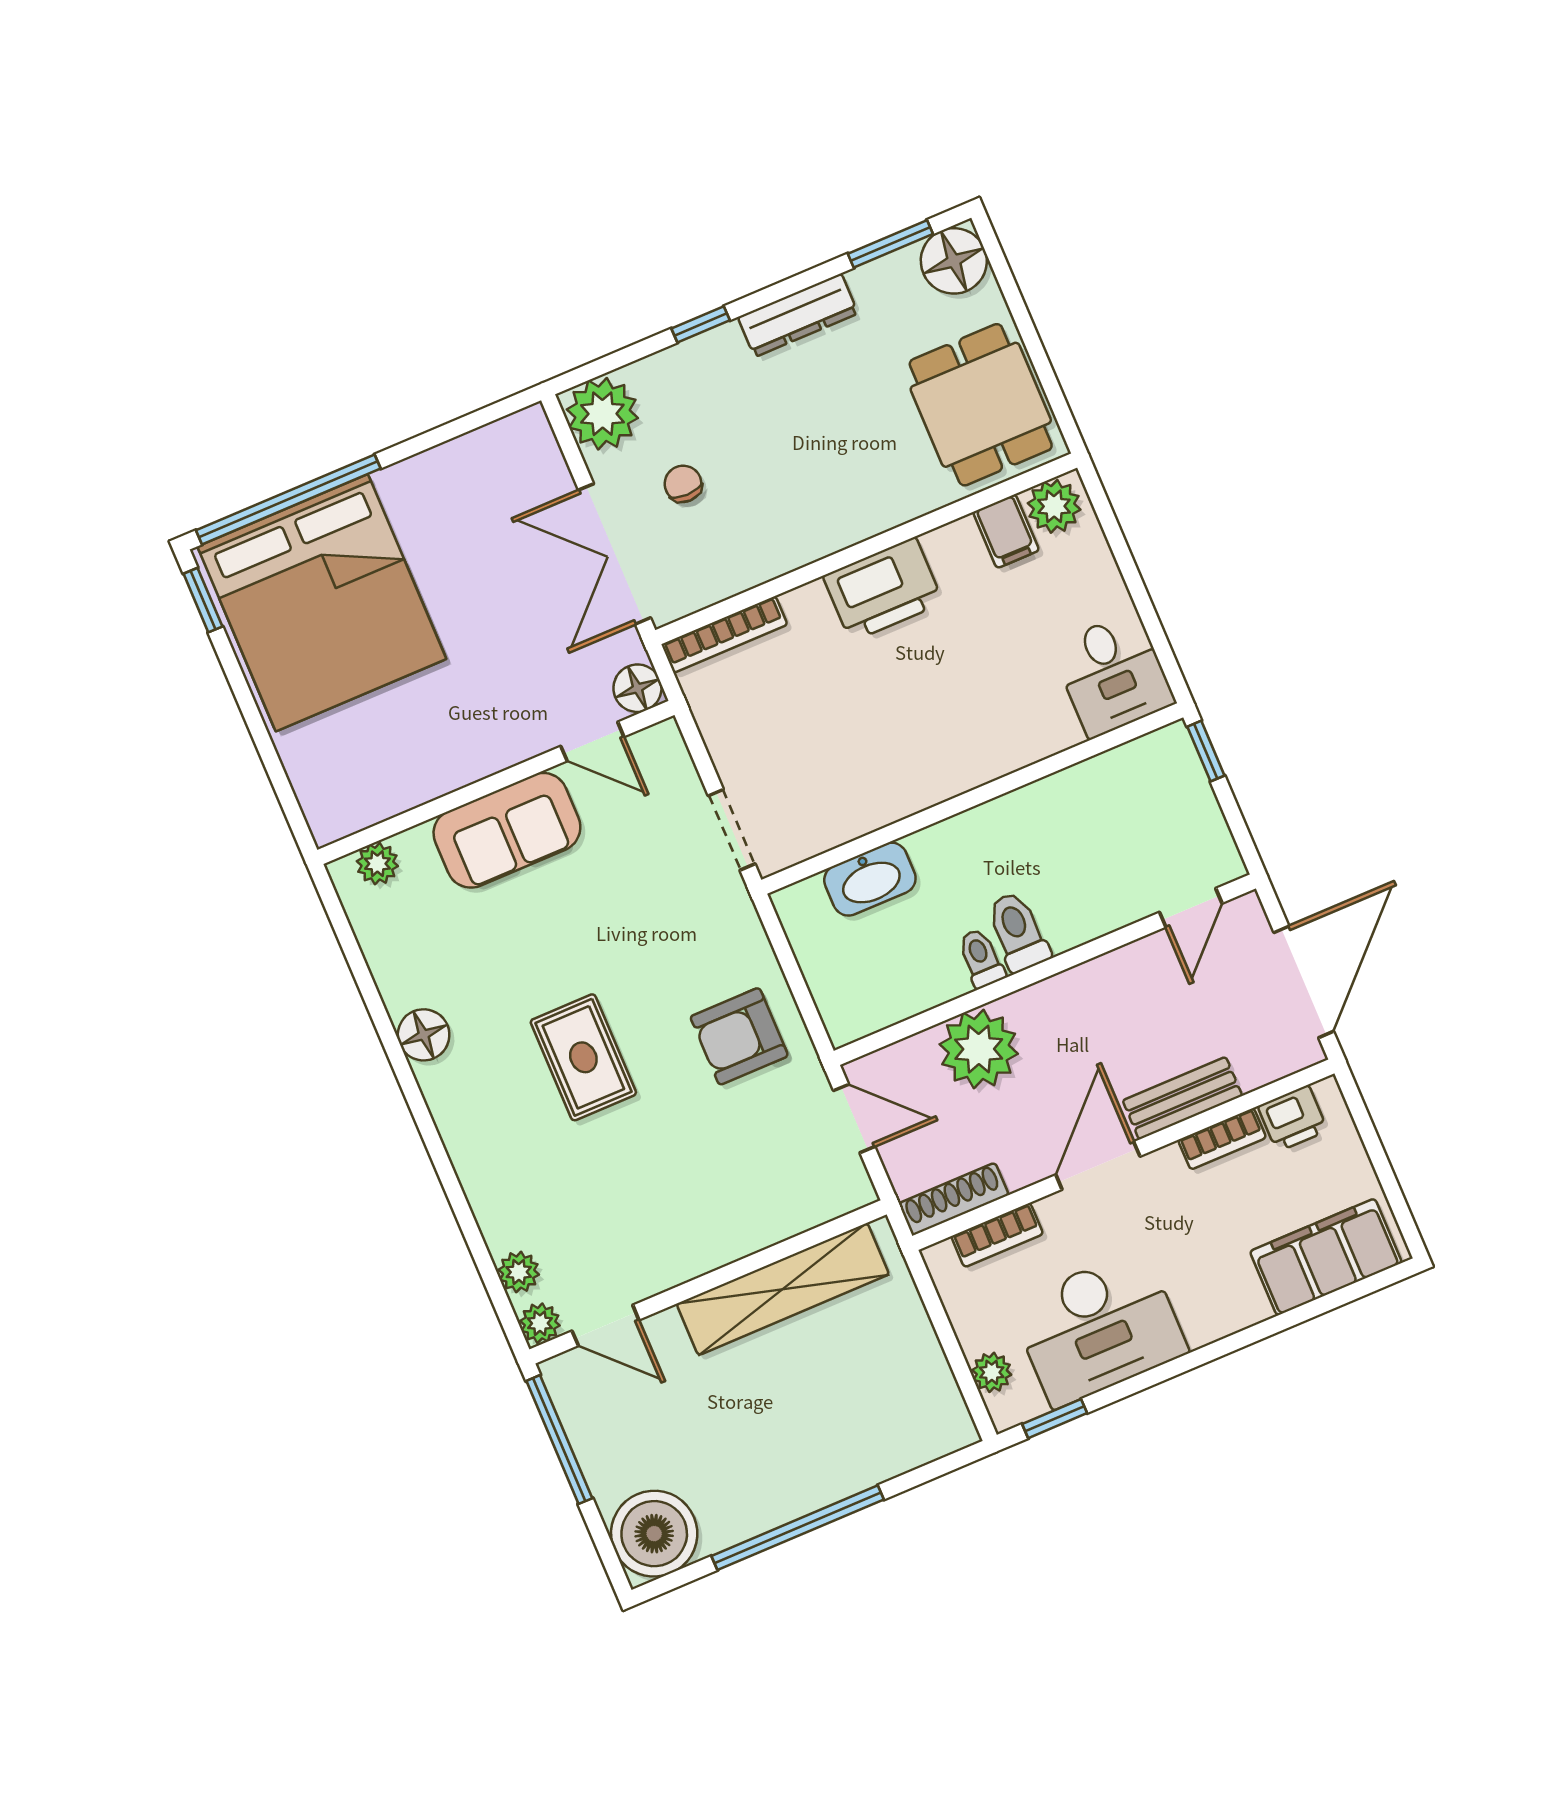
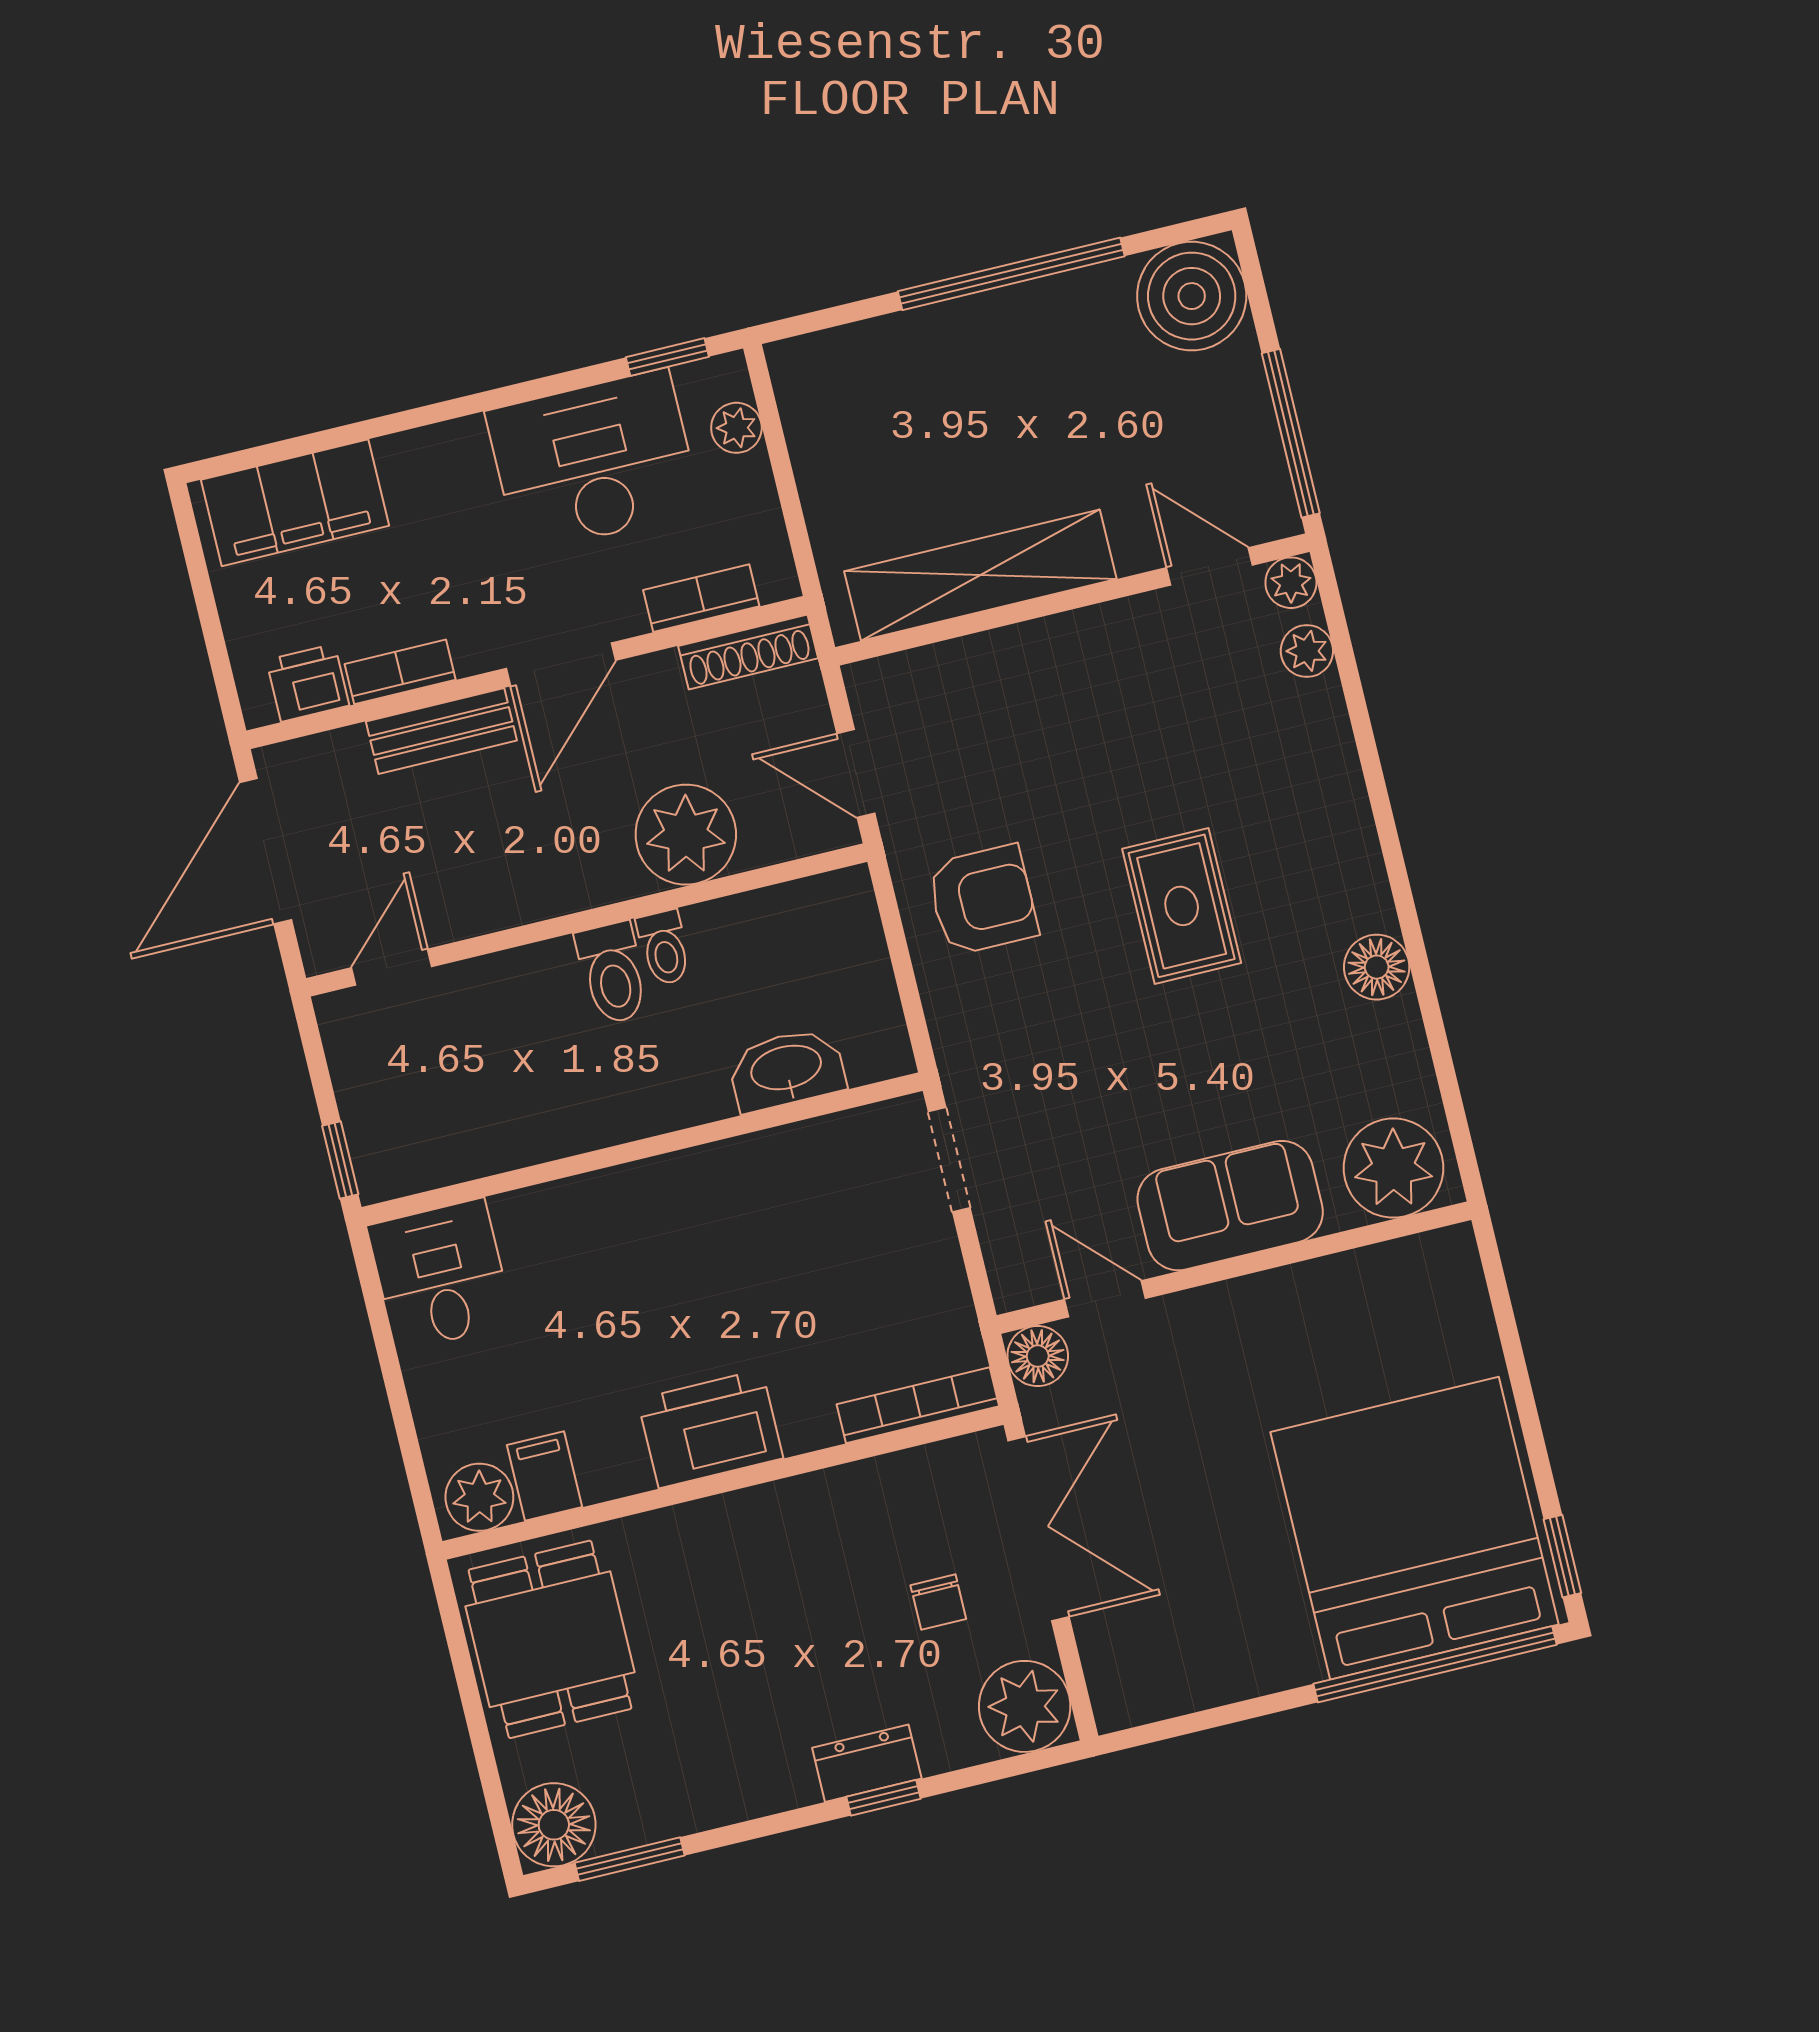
dresser: (798, 315) -> (867, 1763), moved, width x0.70
plant: (377, 864) -> (1393, 1168), width x1.87, depth x1.87

